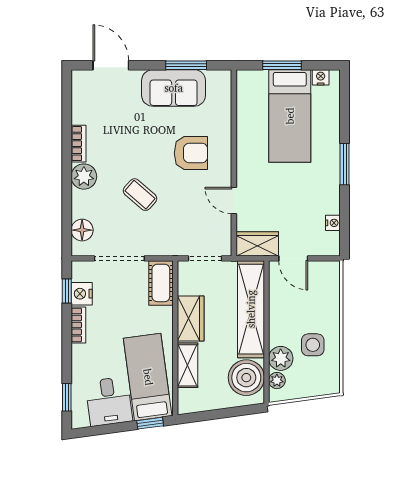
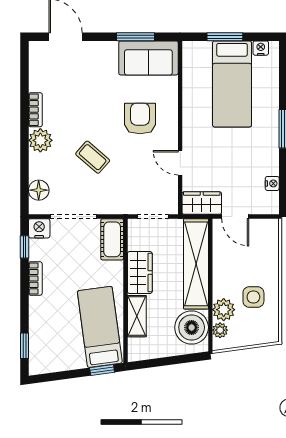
sofa: (174, 88) -> (148, 58), moved
armchair: (191, 153) -> (140, 118), turned -90
nightstand: (82, 294) -> (39, 228), moved, turned 90
desk: (109, 401) -> (64, 350), removed

